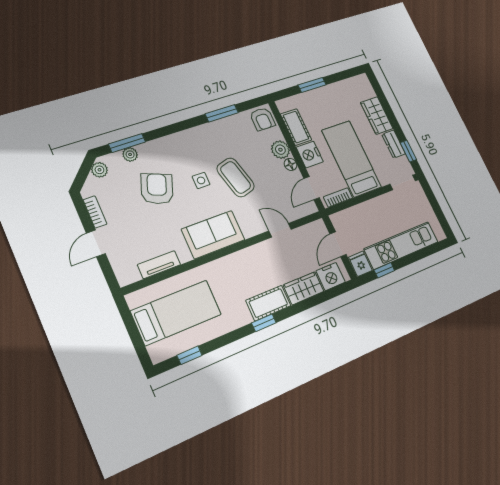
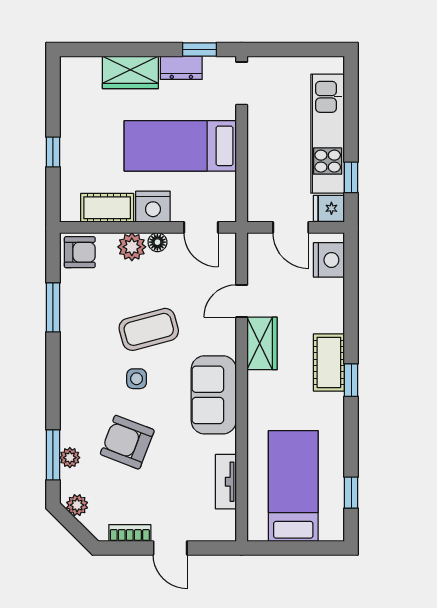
window: (312, 85) -> (53, 152), width x0.67
bookcase: (338, 197) -> (228, 195), removed
wardrobe: (304, 288) -> (262, 343), moved, turned 180

